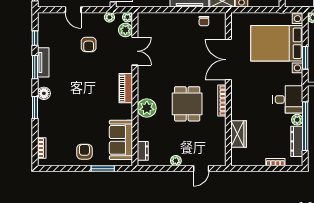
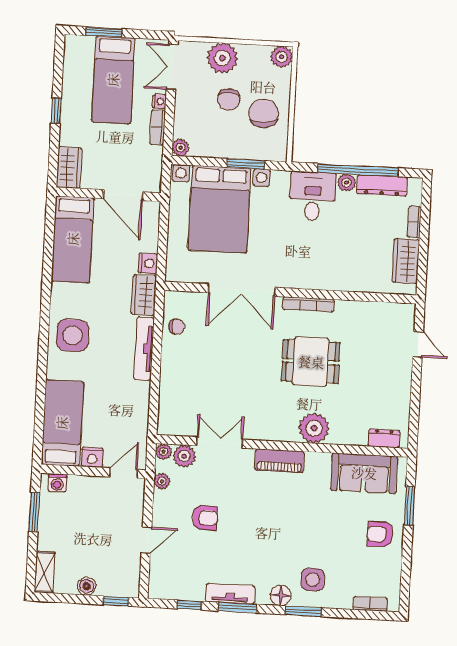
side table: (55, 112) -> (313, 580), added
wardrobe: (239, 134) -> (406, 261), moved, turned -90
plant: (176, 161) -> (403, 385), removed

